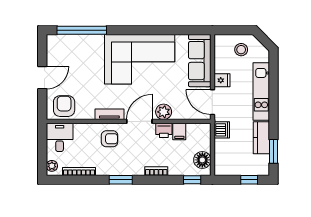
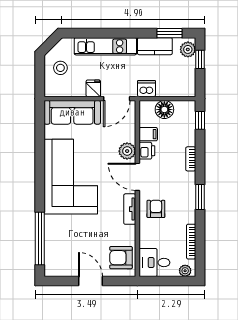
floor lamp: (202, 160) -> (164, 110), moved
plant: (258, 168) -> (188, 49), added

